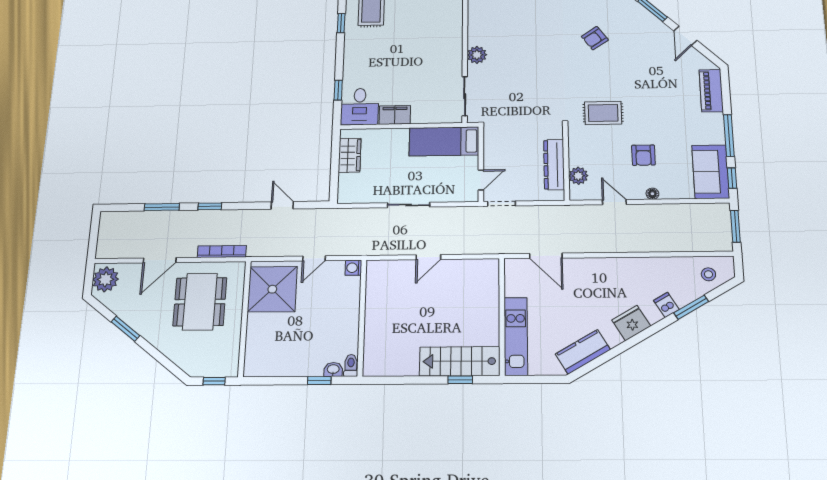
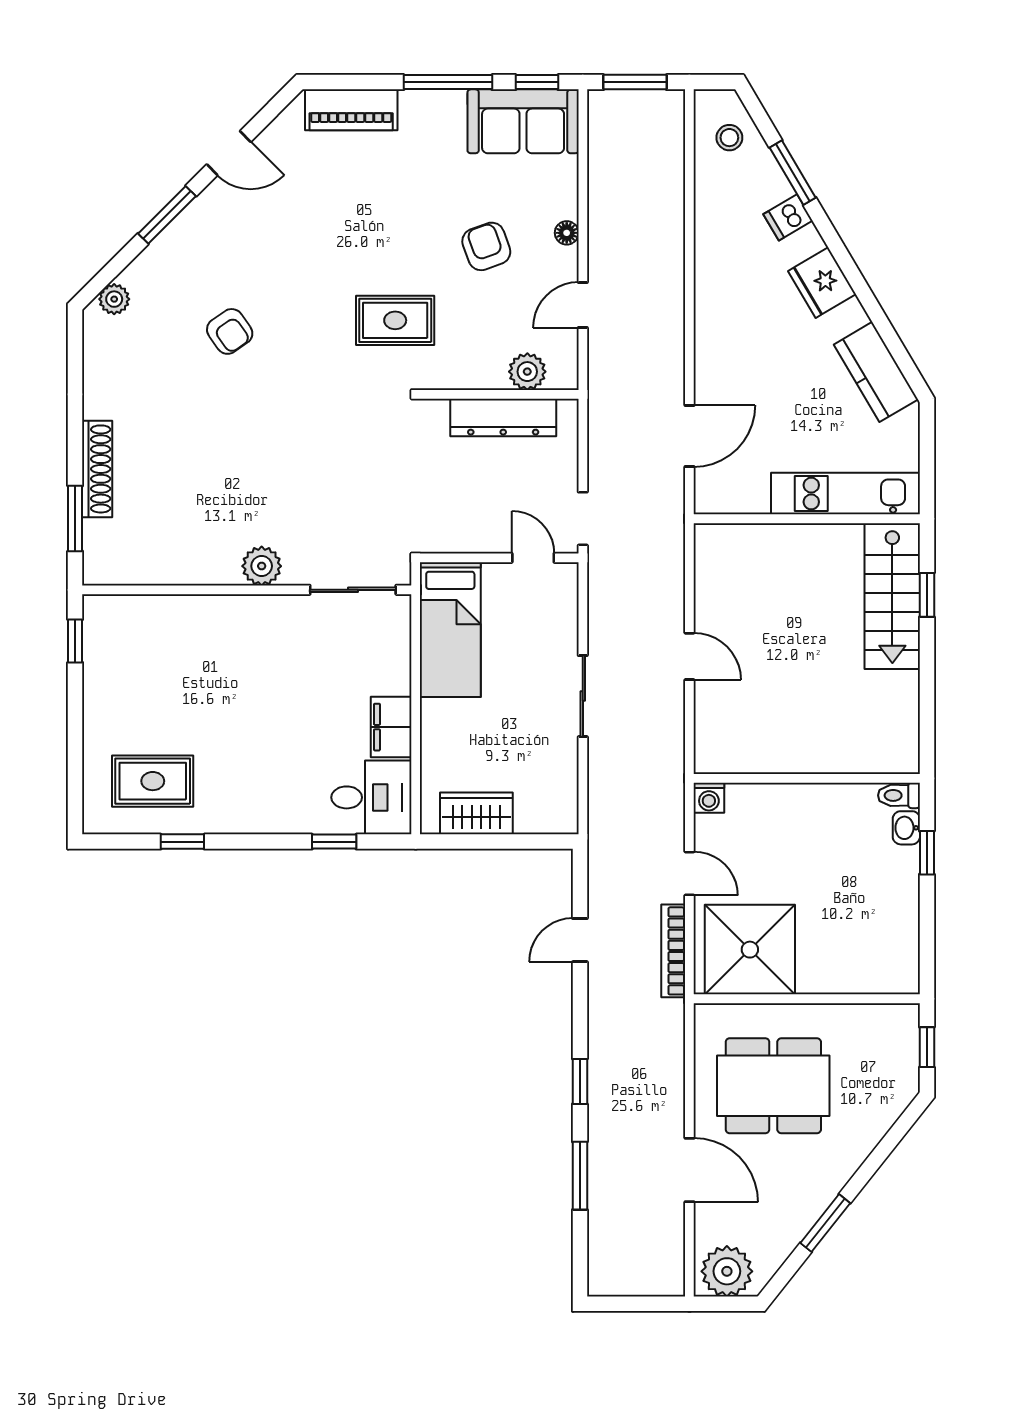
rug: (603, 113) -> (395, 320), turned 90
armchair: (643, 155) -> (486, 246), turned -110
bookcase: (222, 252) -> (673, 951), moved

